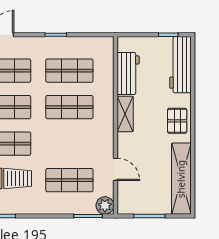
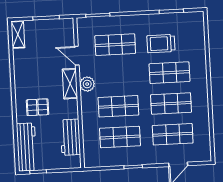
shelving: (125, 114) -> (70, 84), moved
pallet: (177, 121) -> (37, 107), moved, turned 90
shelving: (181, 179) -> (18, 34), width x0.45, depth x0.75
plant: (105, 205) -> (87, 84), moved

